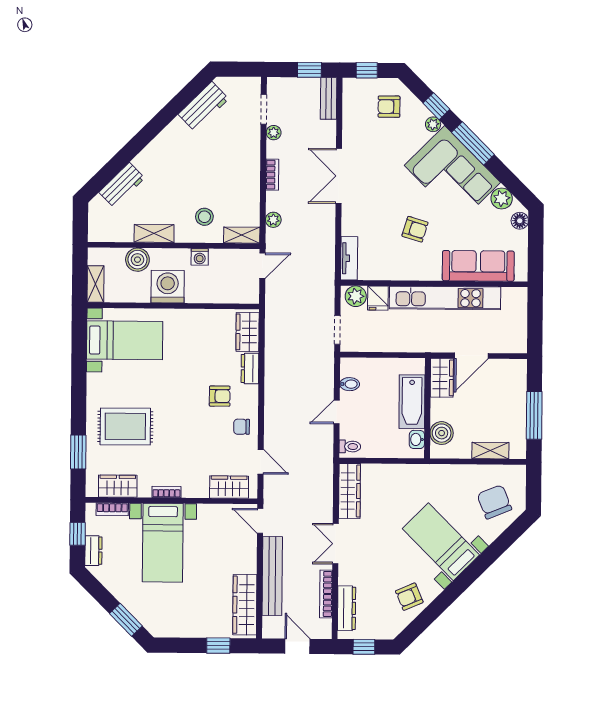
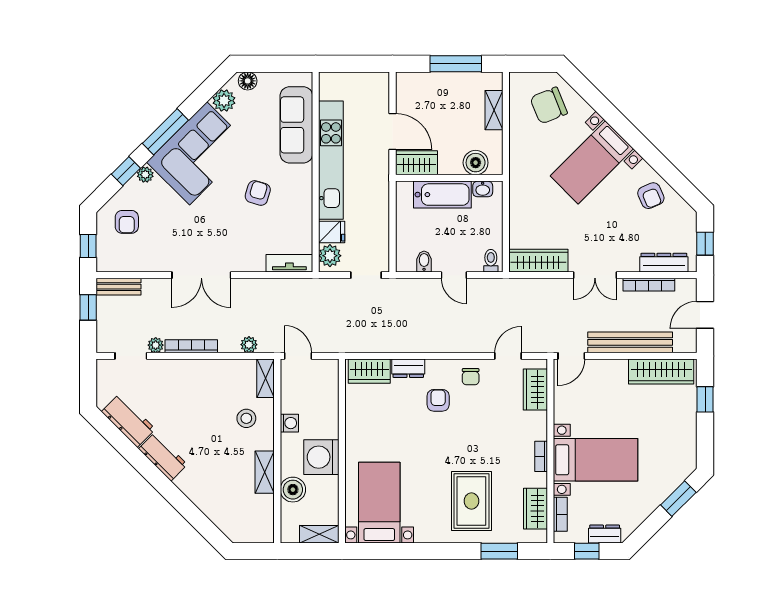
bookcase: (272, 175) -> (191, 346), width x1.56
workbench: (122, 185) -> (163, 457), moved

